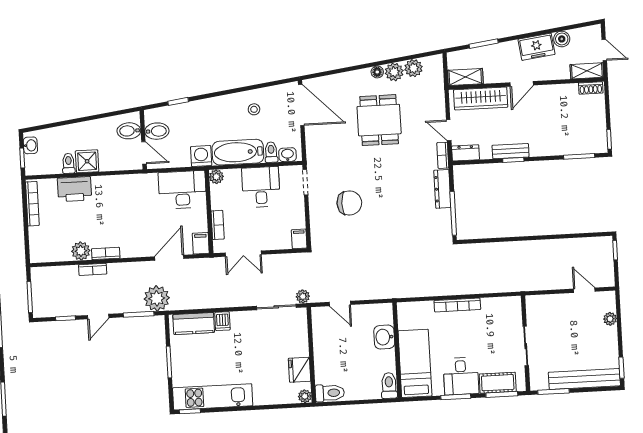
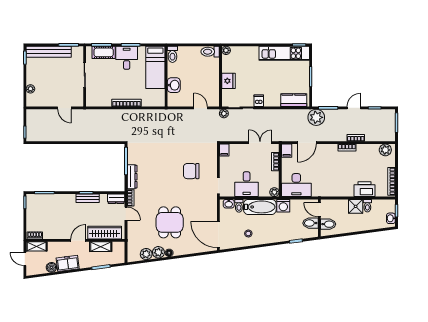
shelving: (465, 77) -> (101, 247), moved
plant: (81, 251) -> (385, 150), moved
door: (584, 290) -> (64, 108), moved
dishwasher: (222, 321) -> (259, 101), moved
fridge: (300, 370) -> (228, 81), moved

